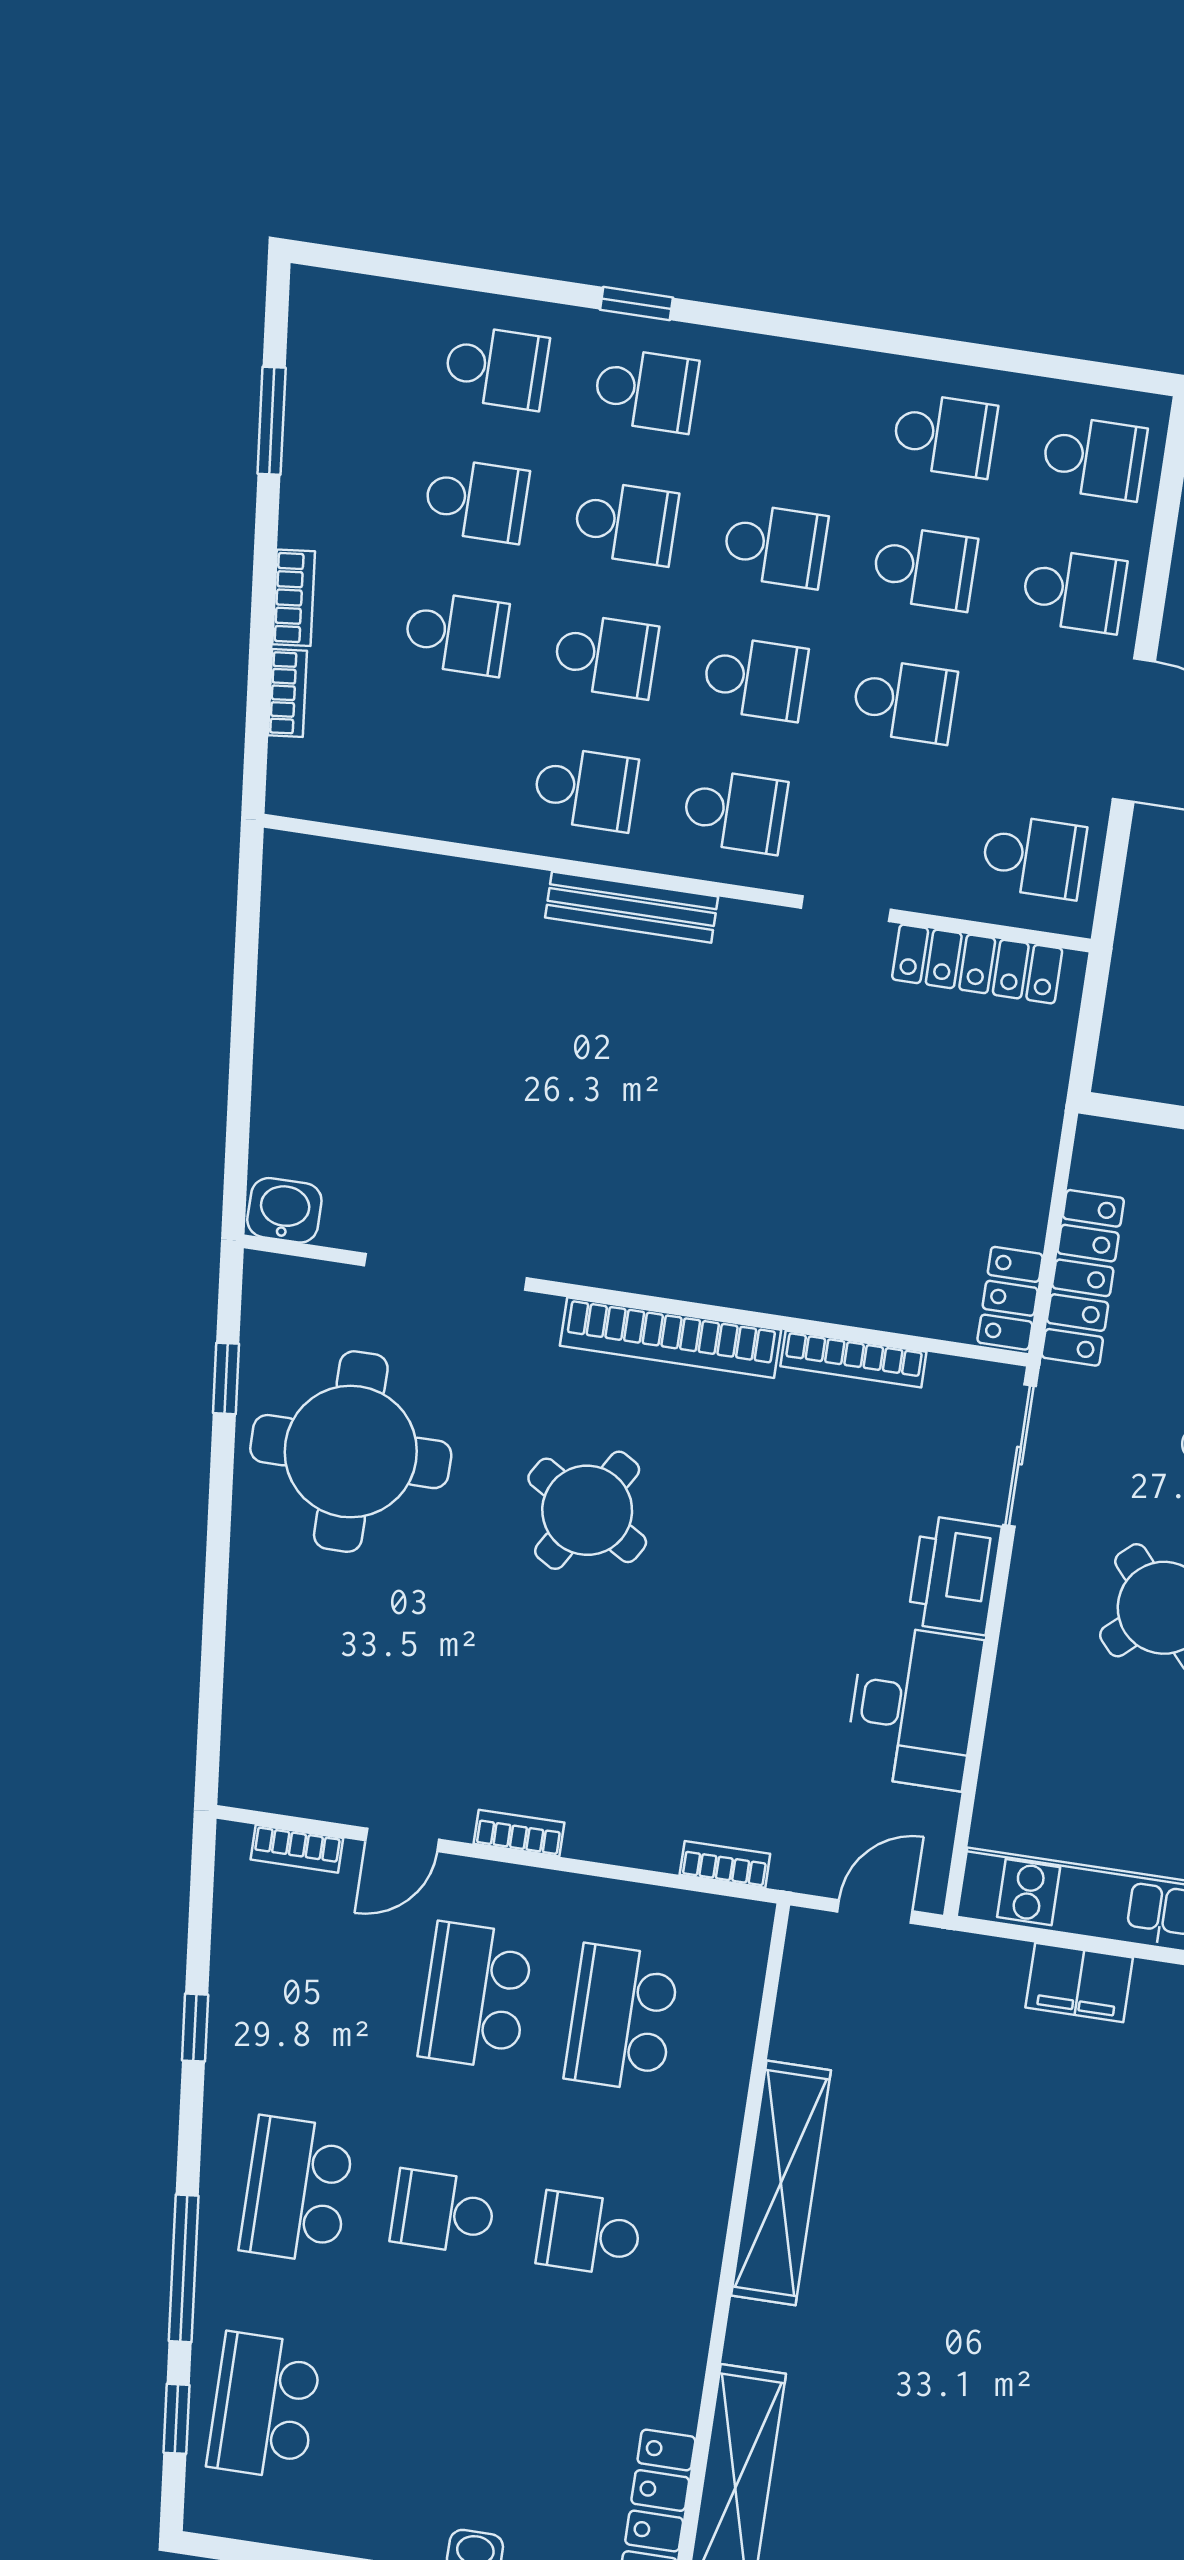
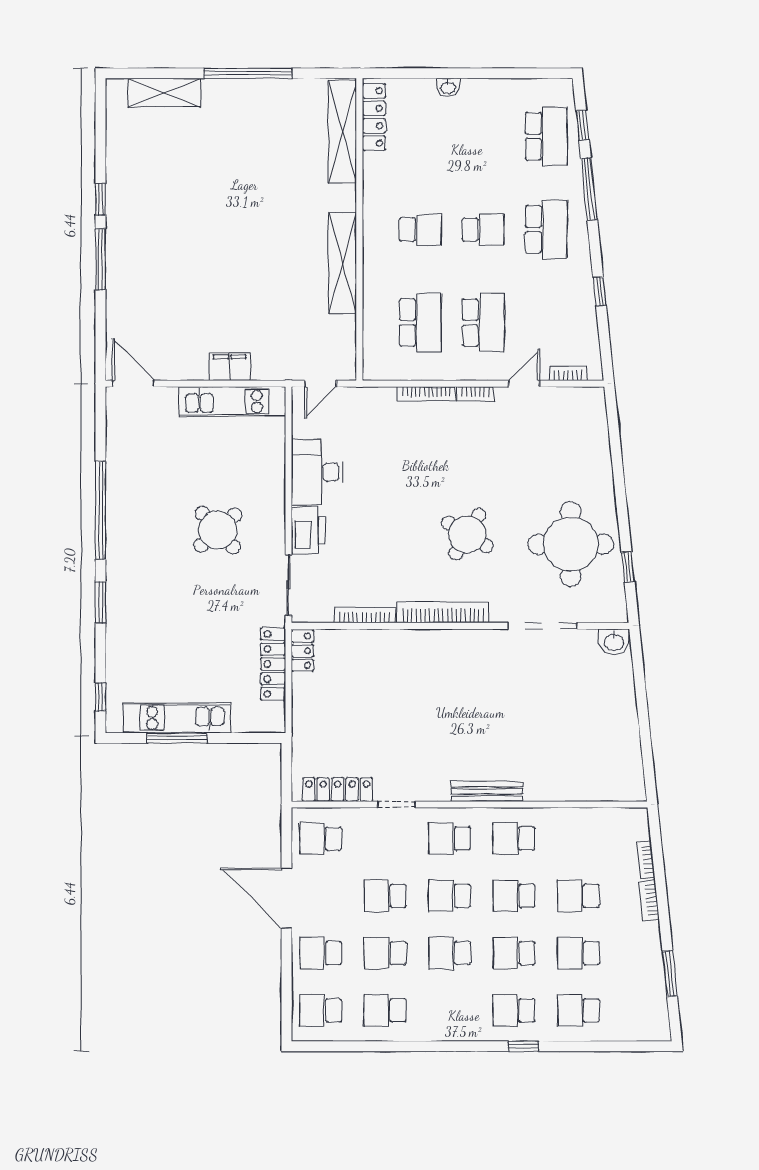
bookcase: (725, 1864) -> (426, 394), moved, width x1.56

